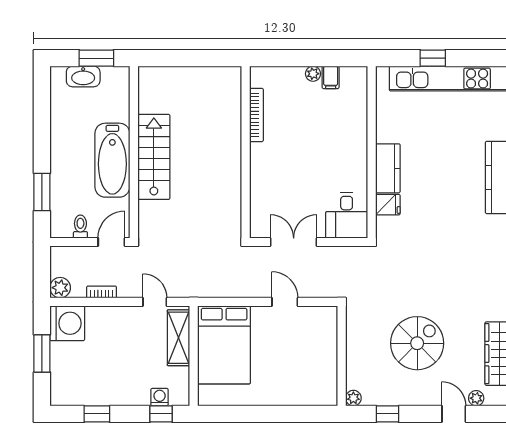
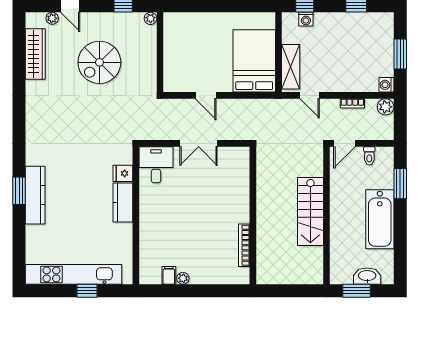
bookcase: (257, 115) -> (244, 245), moved
wall: (246, 152) -> (253, 215), moved
bathtub: (112, 160) -> (380, 219), moved, turned 180
washing machine: (67, 323) -> (386, 85), width x0.53, depth x0.53

